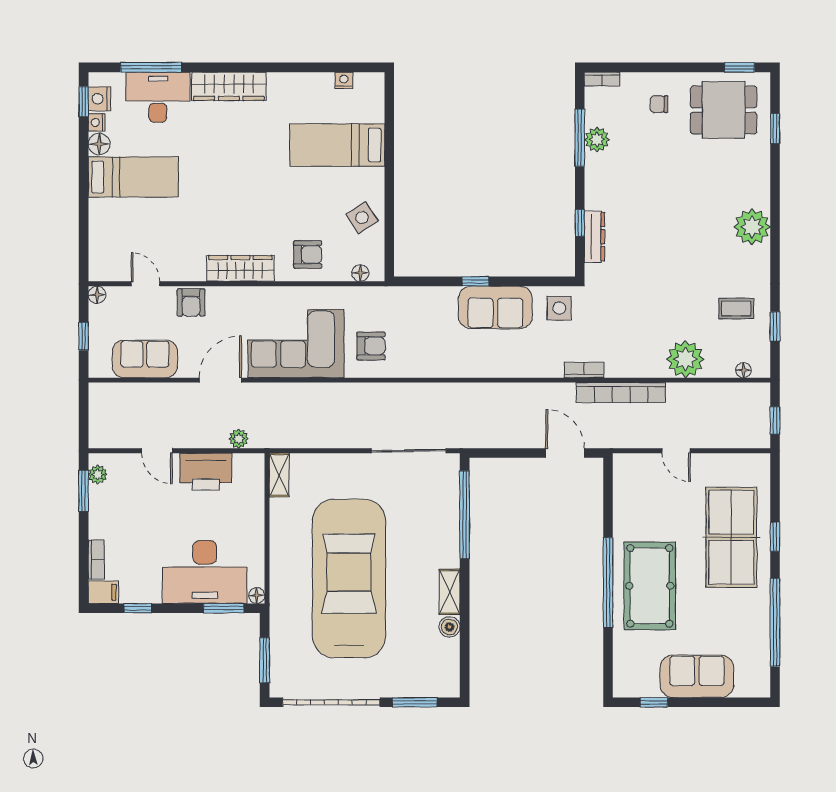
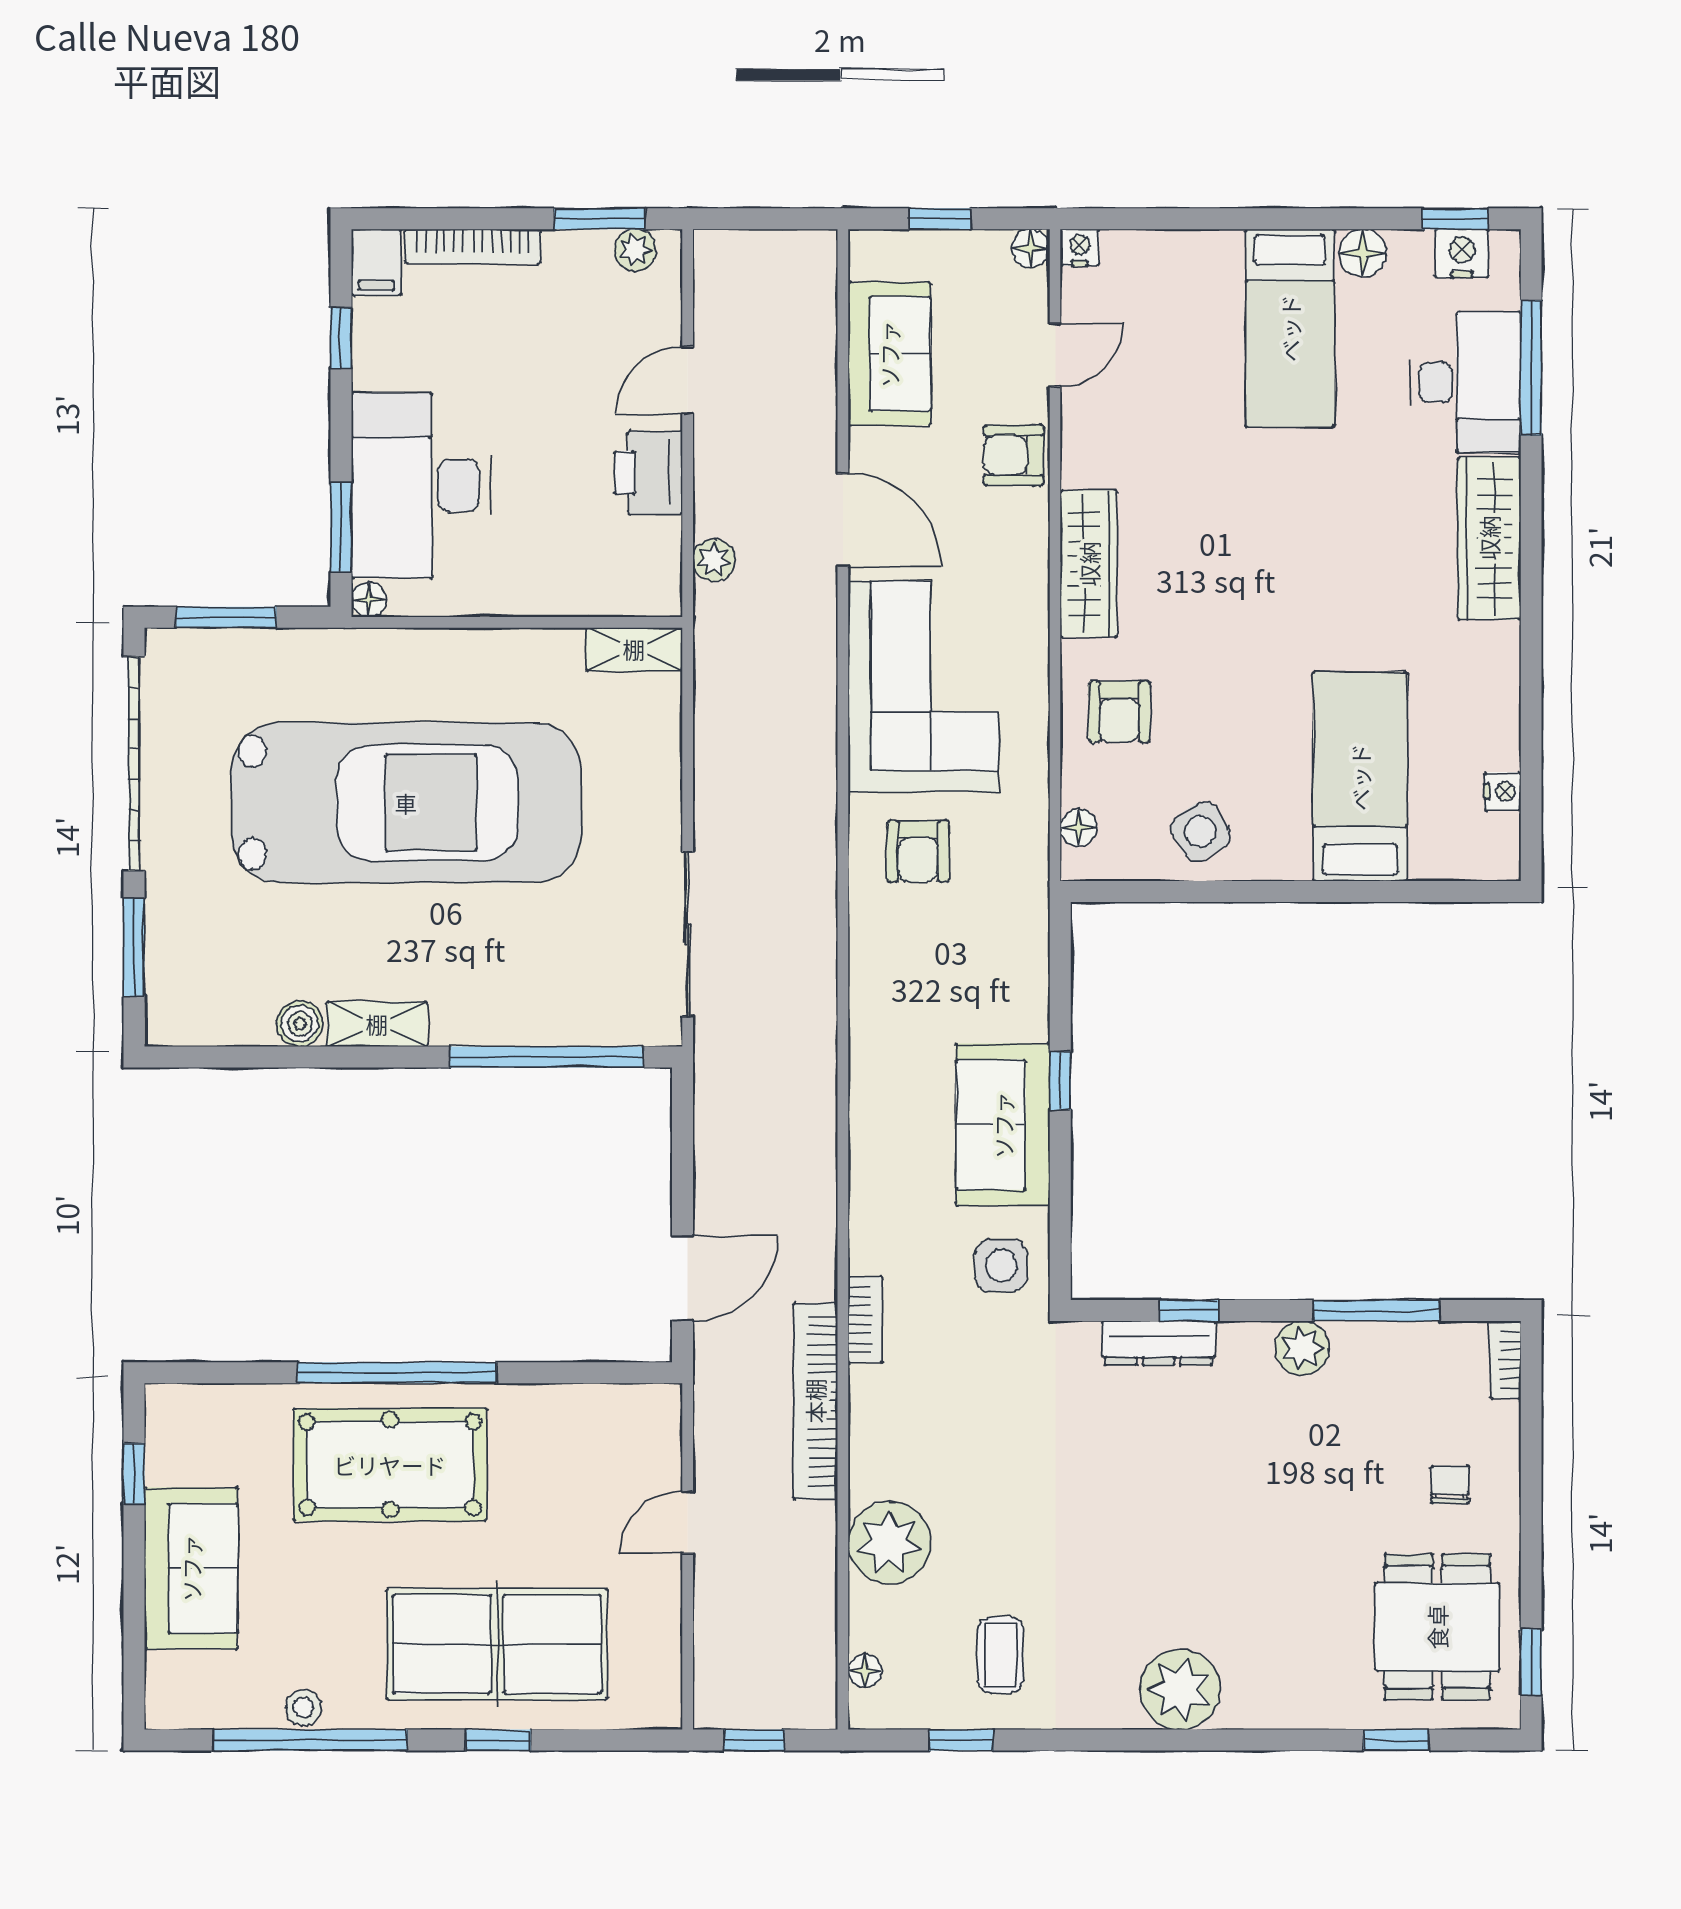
nightstand: (97, 122) -> (1080, 247), moved
plant: (597, 140) -> (1302, 1348), moved
printer: (206, 472) -> (648, 472), width x0.73, depth x0.84
bookcase: (96, 559) -> (473, 246), width x1.56
stool: (760, 625) -> (303, 1708), added

